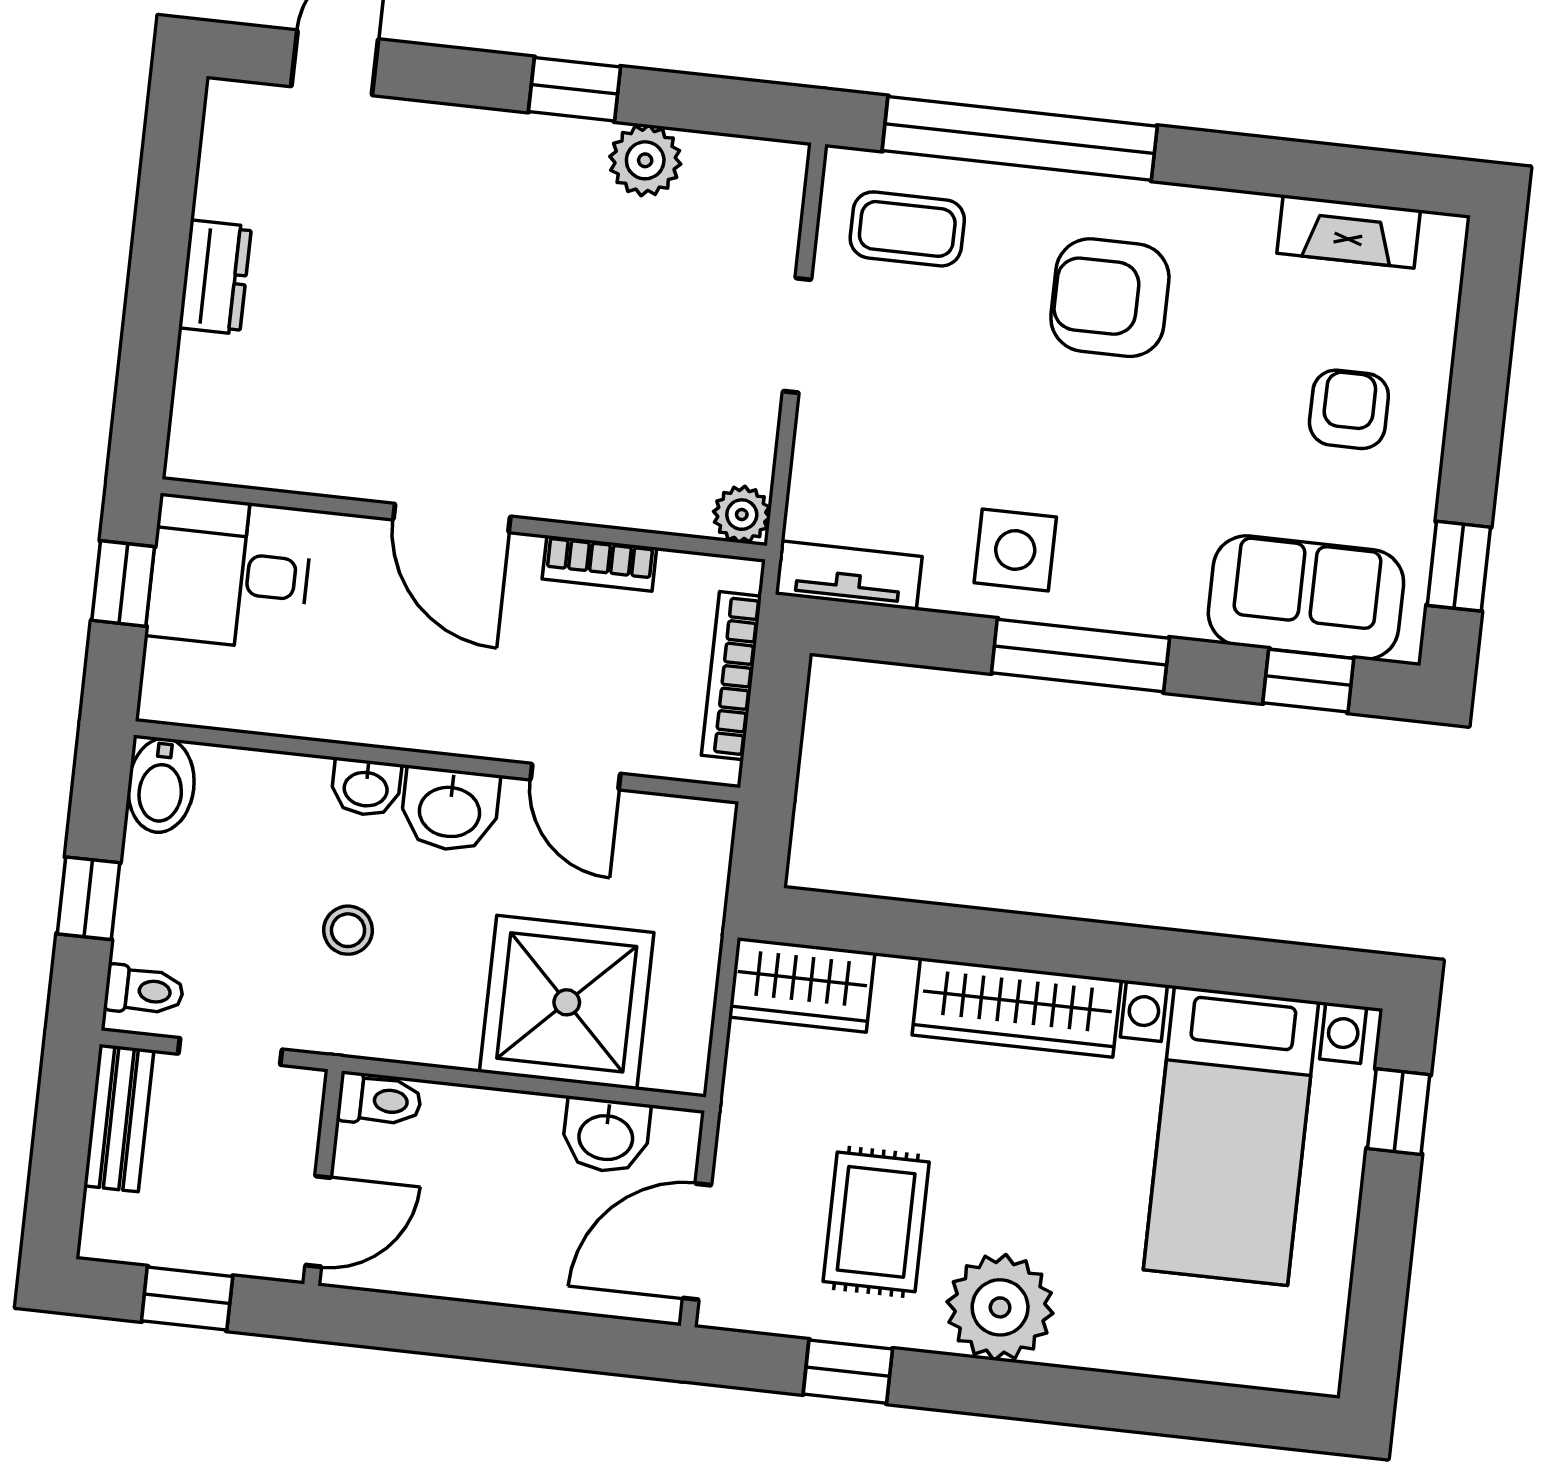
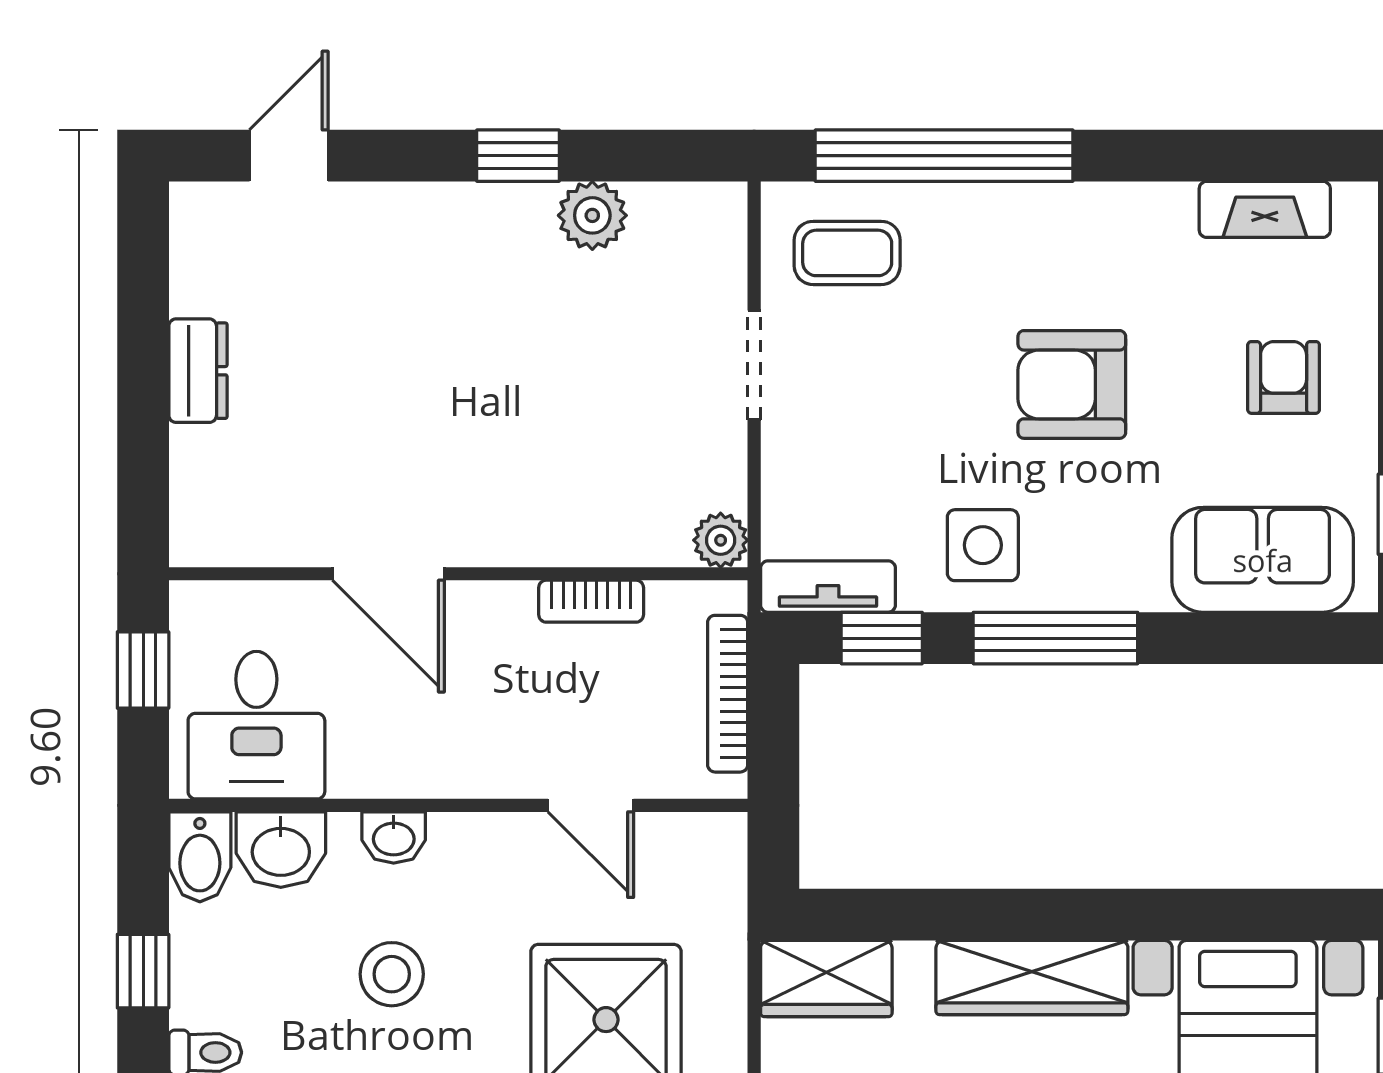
armchair: (1110, 298) -> (1072, 384), moved
door: (452, 518) -> (388, 574), moved
desk: (230, 573) -> (256, 725), moved, turned -90
window: (1308, 681) -> (882, 638), moved
washbasin: (450, 810) -> (281, 850), moved
stool: (348, 930) -> (392, 974), width x1.37, depth x1.37

